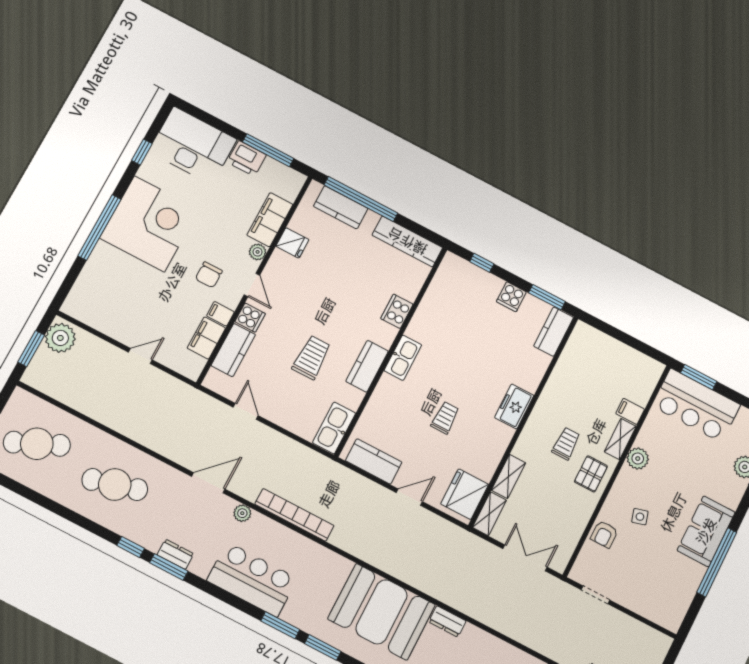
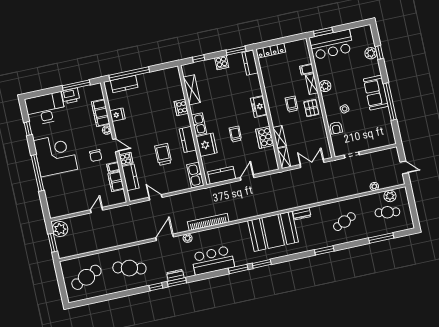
kitchen counter: (407, 241) -> (162, 75), removed
shelving: (434, 299) -> (192, 90), added
locker: (599, 340) -> (271, 51), added
cooker: (485, 459) -> (265, 137), added
cafe table: (115, 485) -> (129, 268), turned 30
fridge: (465, 494) -> (207, 145), moved, turned 180

